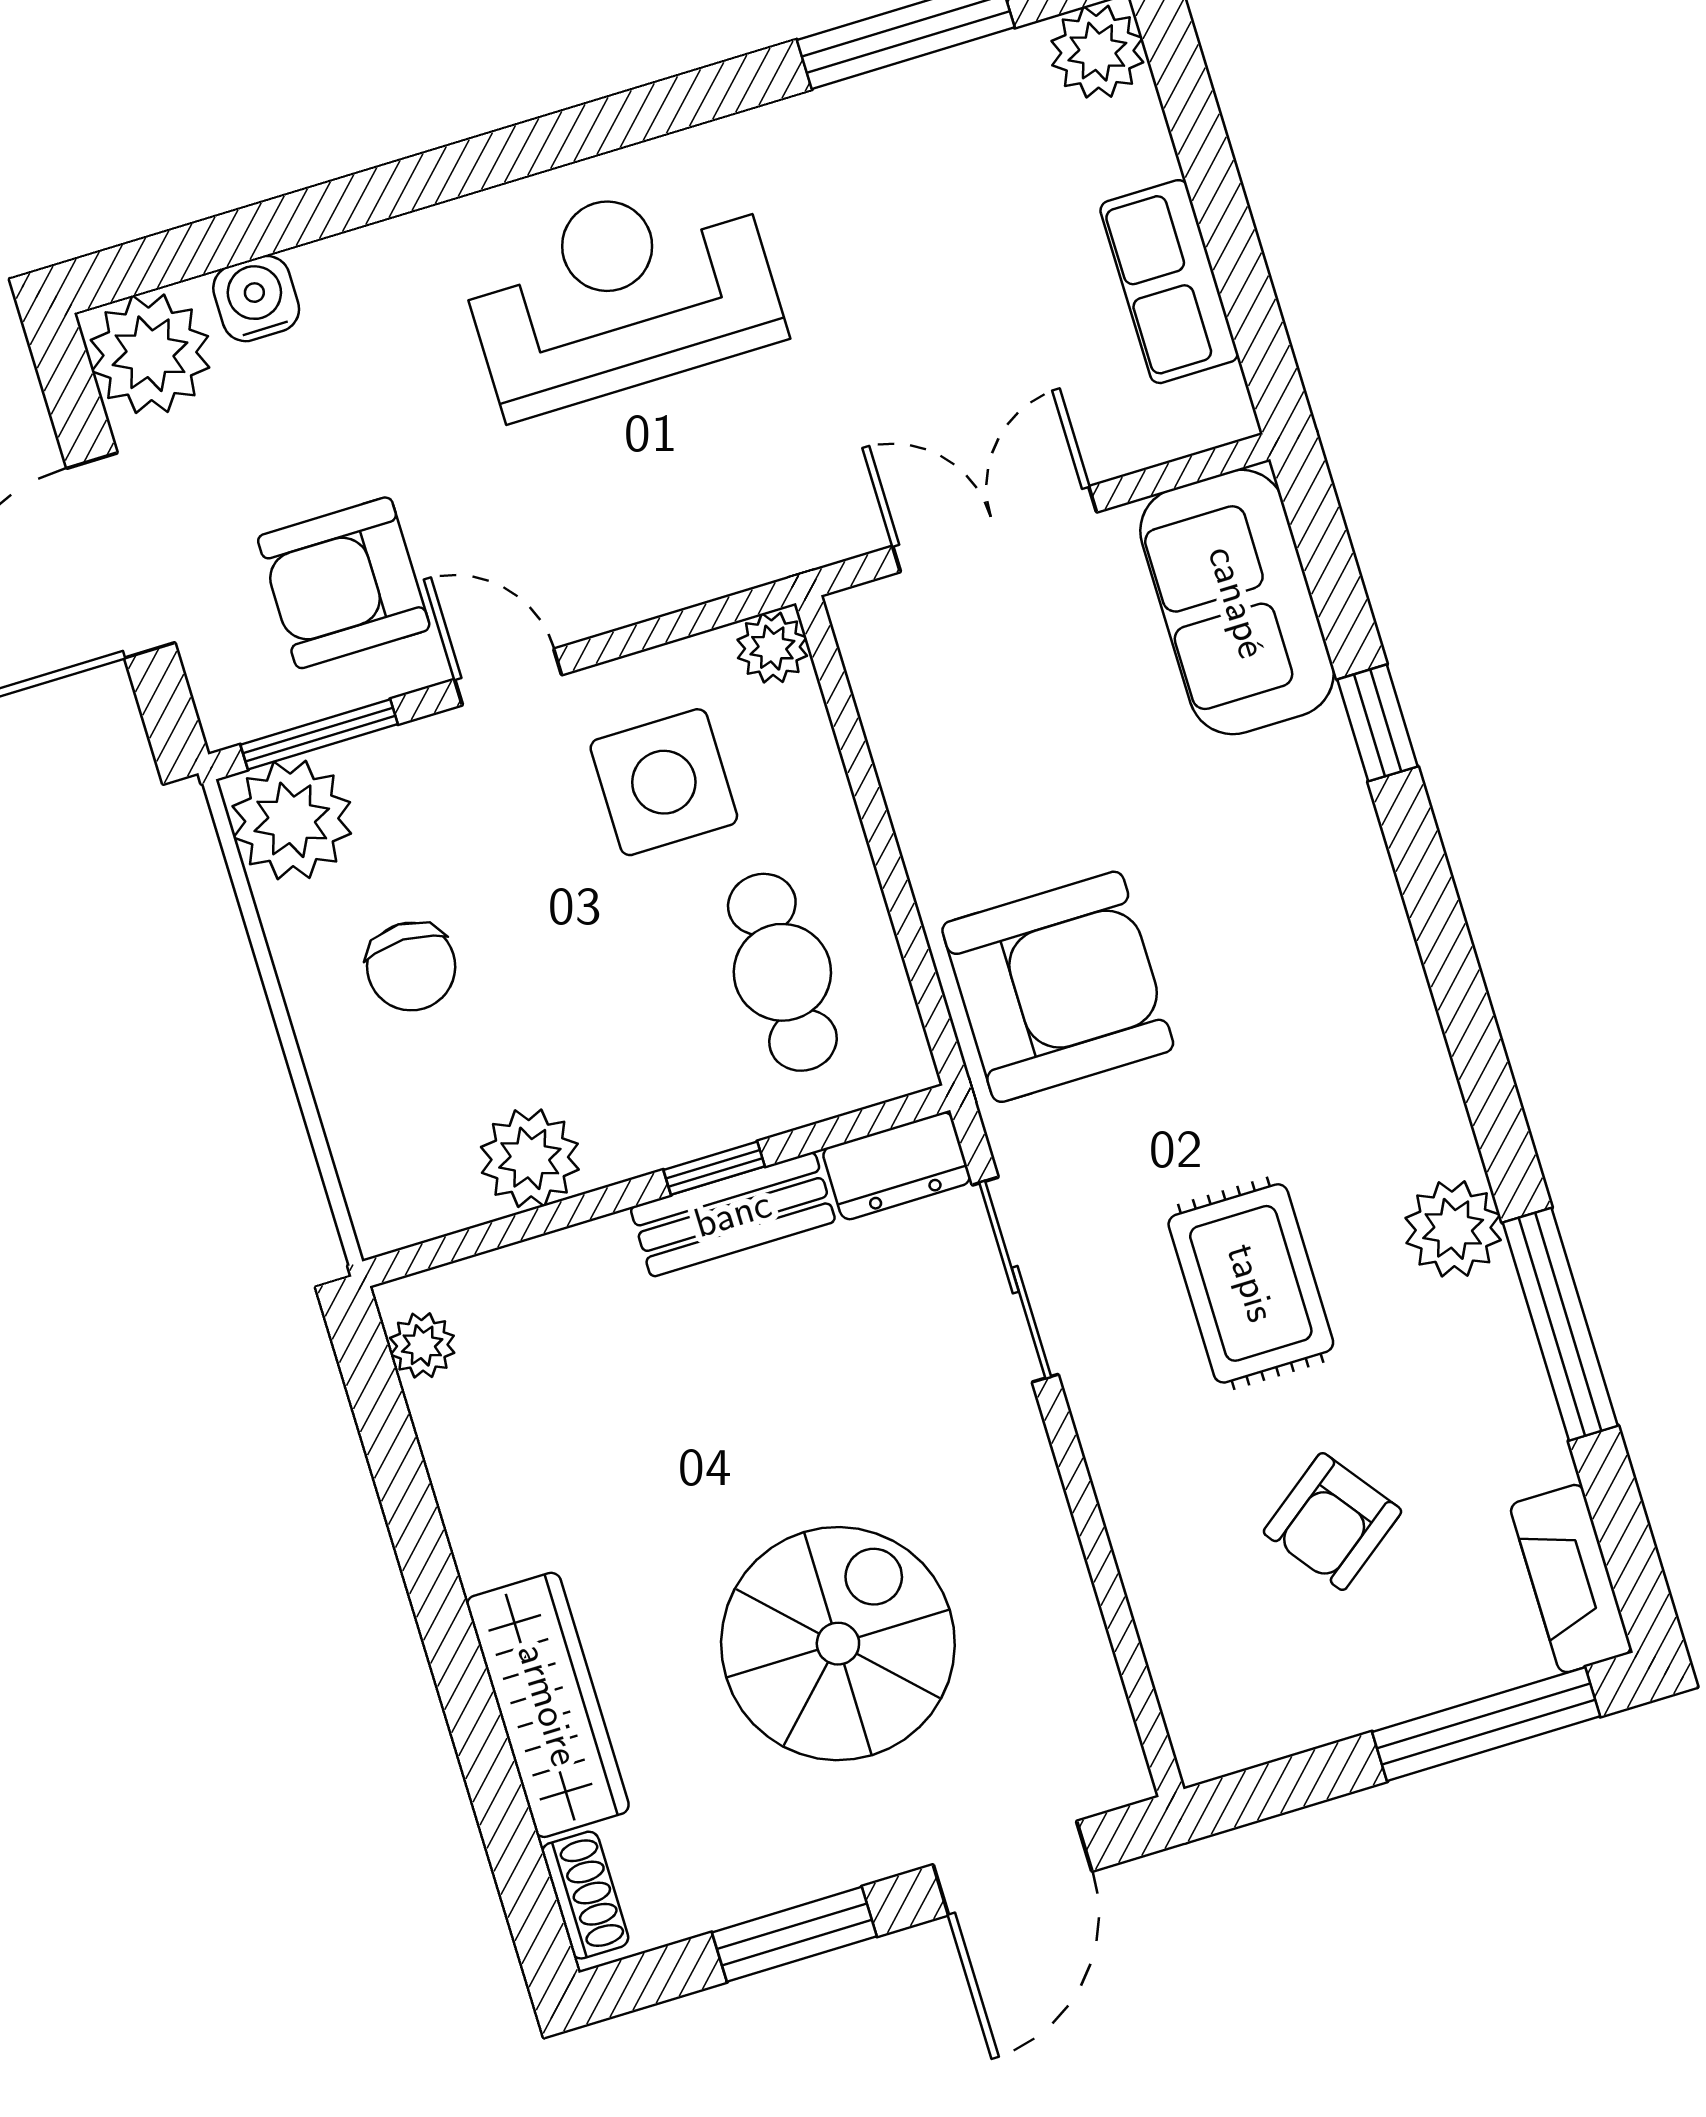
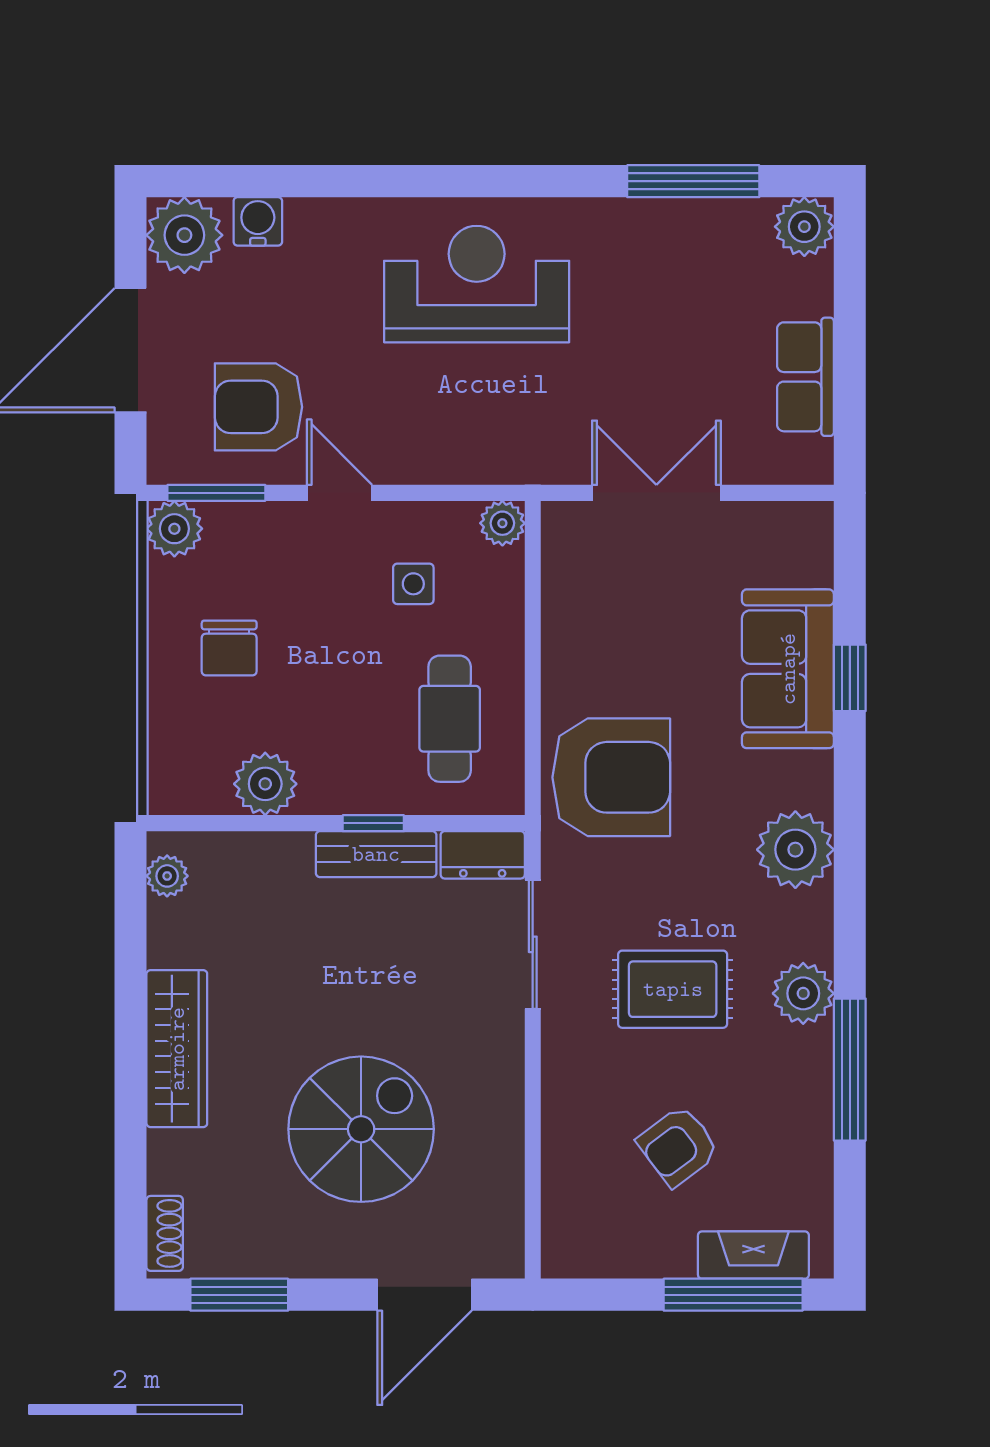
sofa: (1237, 602) -> (788, 669), moved
side table: (664, 782) -> (413, 584), width x0.54, depth x0.54
plant: (292, 820) -> (174, 529), width x0.73, depth x0.73
plant: (1374, 1012) -> (795, 850), added
rug: (1251, 1283) -> (673, 989), turned 90
fireplace: (1571, 1579) -> (753, 1255), moved, turned 90
wardrobe: (548, 1705) -> (177, 1049), moved
window: (794, 1934) -> (239, 1295), moved

